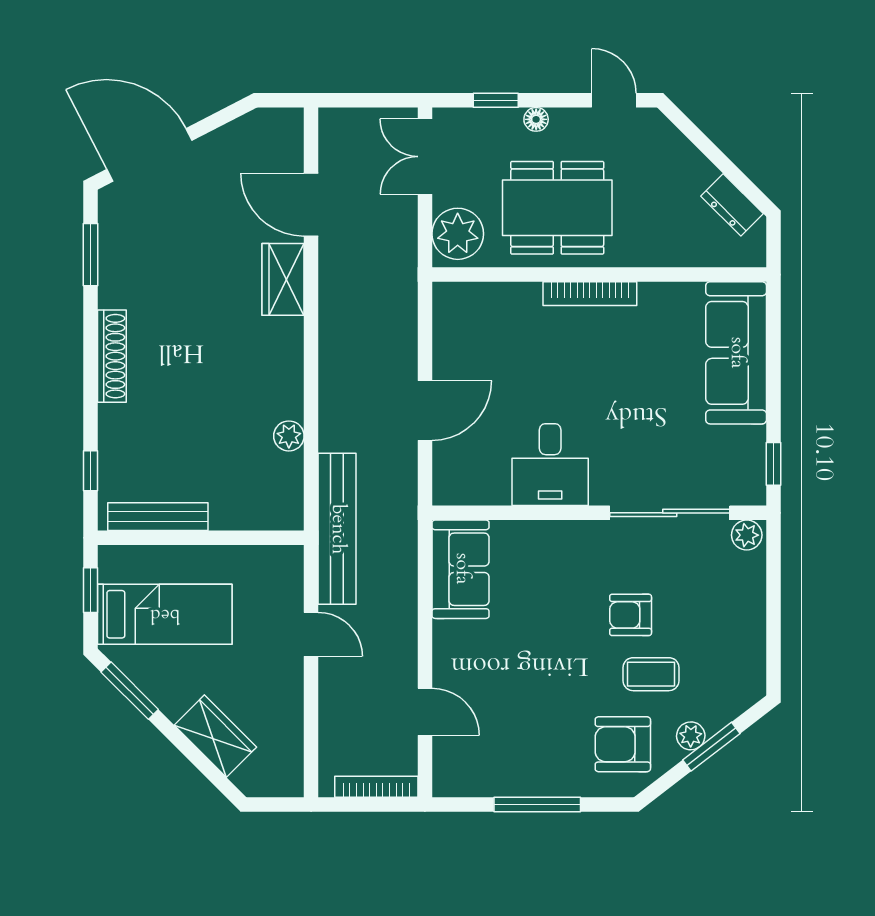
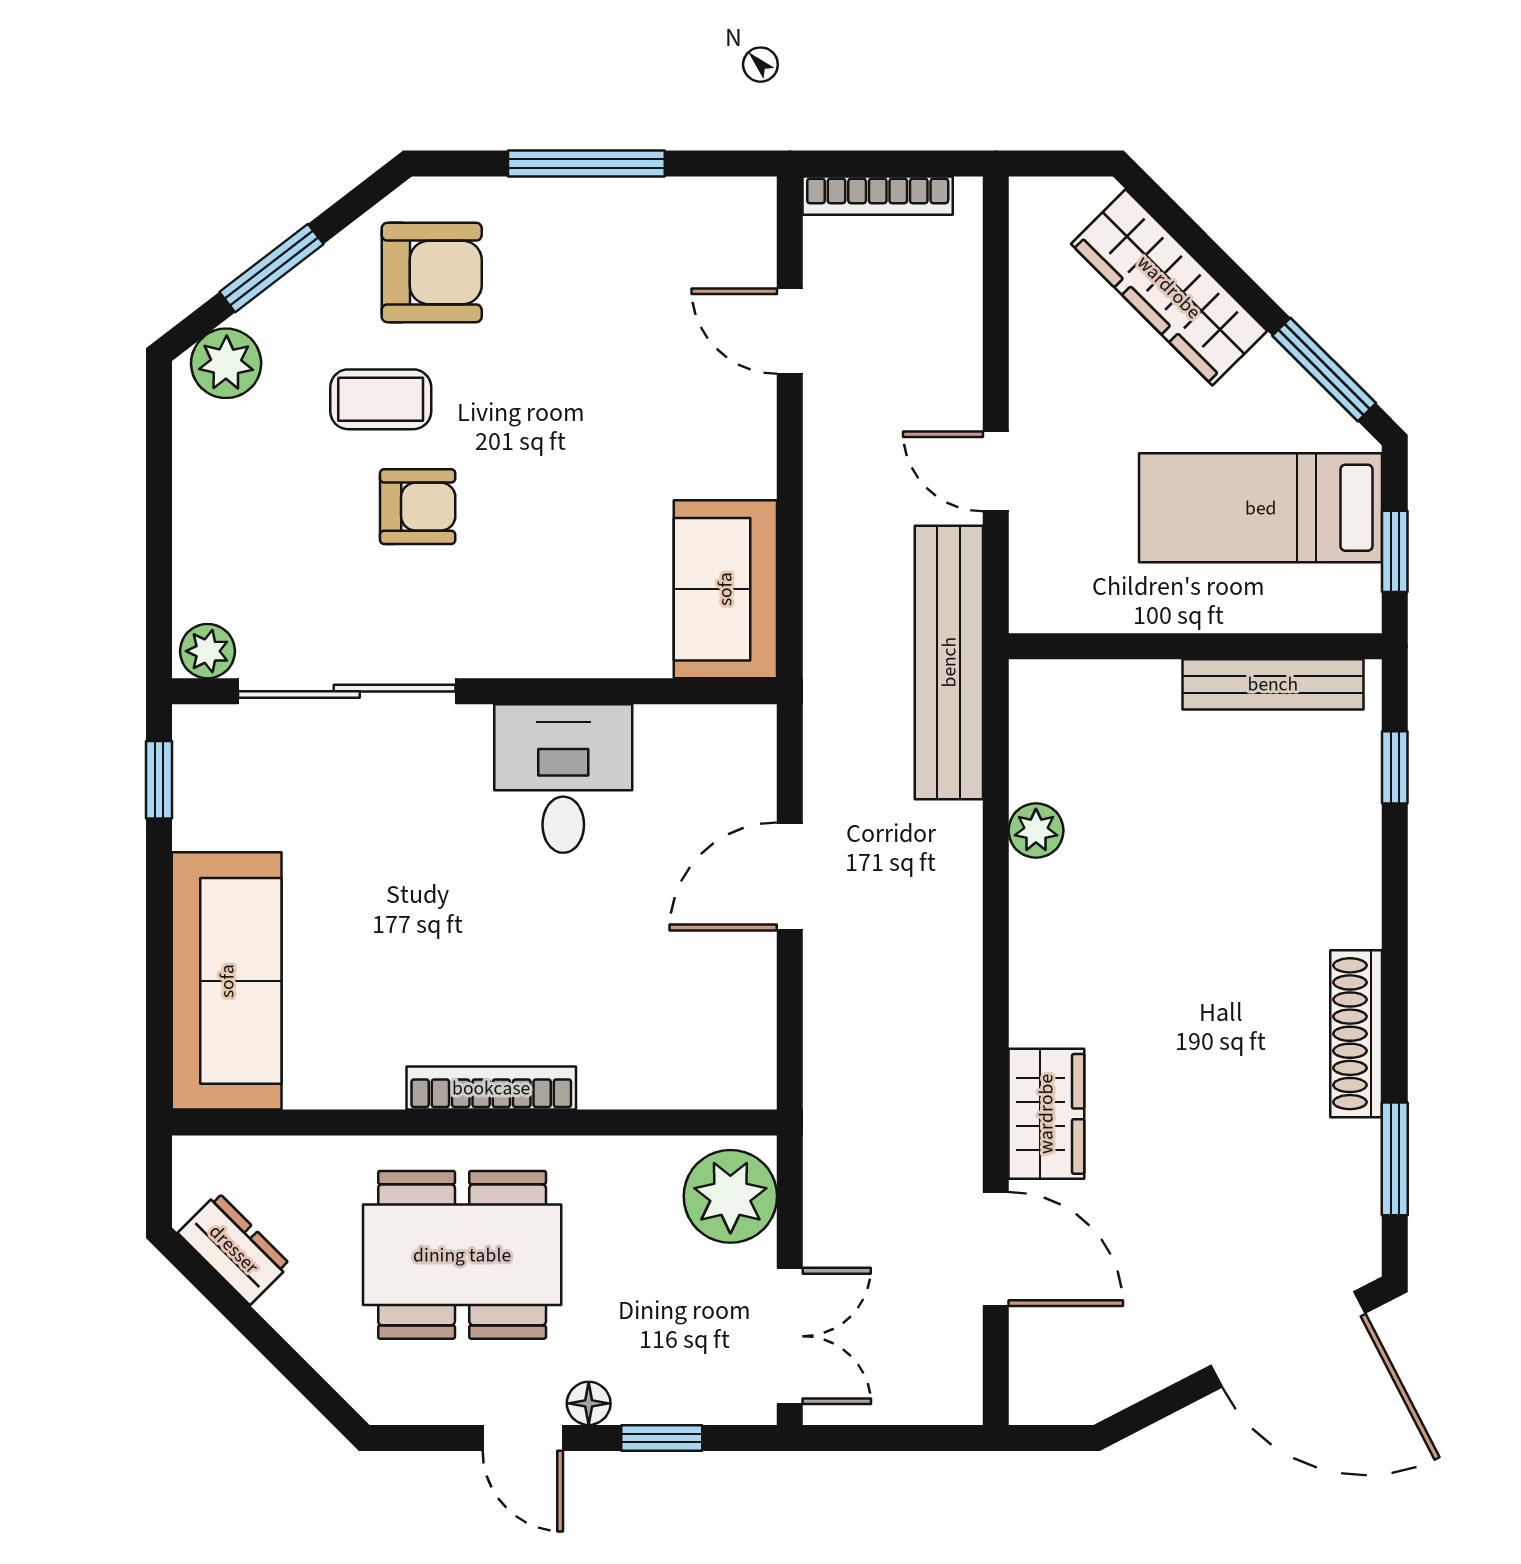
door: (614, 100) -> (523, 1438), moved
dining table: (557, 208) -> (462, 1255), moved
shoe rack: (112, 356) -> (1356, 1034), moved
wardrobe: (215, 736) -> (1169, 287), width x1.50
plant: (691, 736) -> (226, 363), moved, width x1.38, depth x1.38

